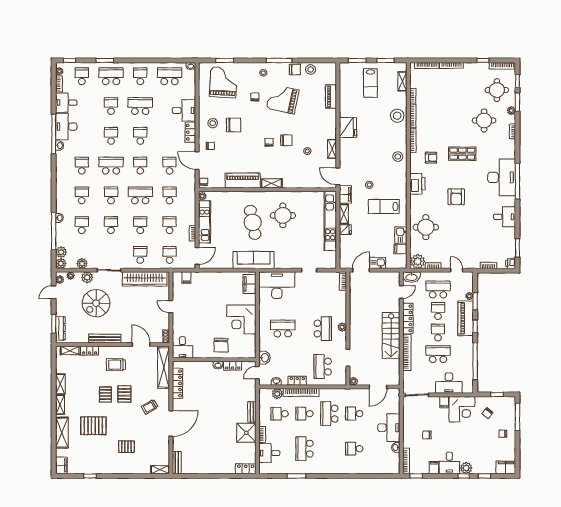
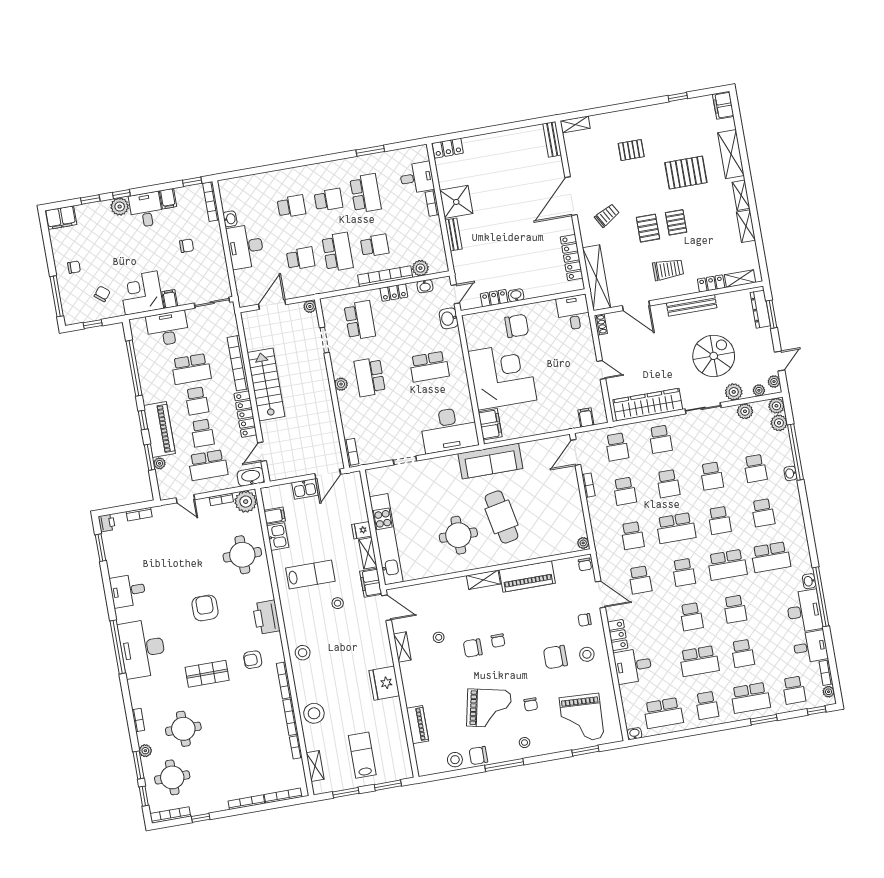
school desk: (82, 166) -> (771, 557), width x1.85
kitchen unit: (205, 222) -> (573, 505), removed
corner desk: (241, 319) -> (502, 376), width x1.36, depth x1.36
chair: (221, 345) -> (517, 326), turned 90
school desk: (280, 414) -> (328, 200), moved

